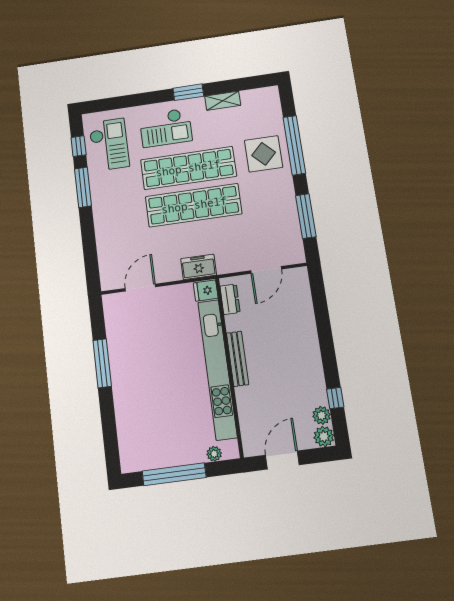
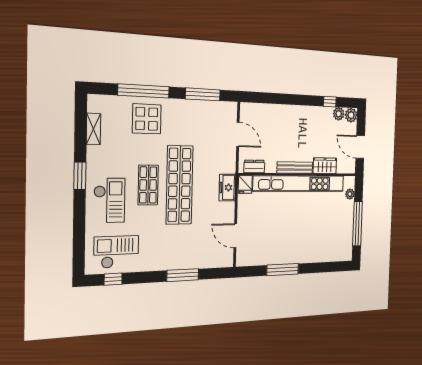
shelving: (223, 101) -> (93, 129), moved
shop shelf: (188, 168) -> (148, 185), width x0.50, depth x0.74
window: (83, 187) -> (183, 275), moved
wardrobe: (247, 405) -> (325, 166), added

